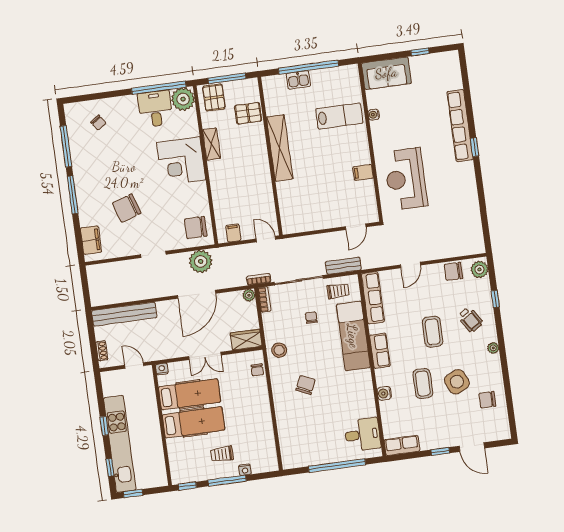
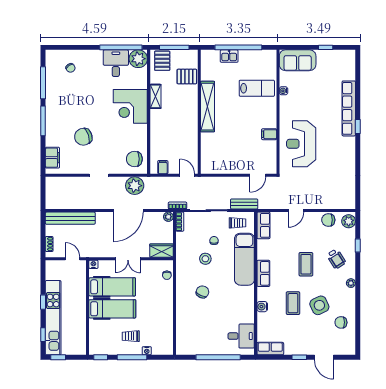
row of seats: (373, 298) -> (263, 225), width x0.68
stool: (279, 350) -> (205, 259), moved

